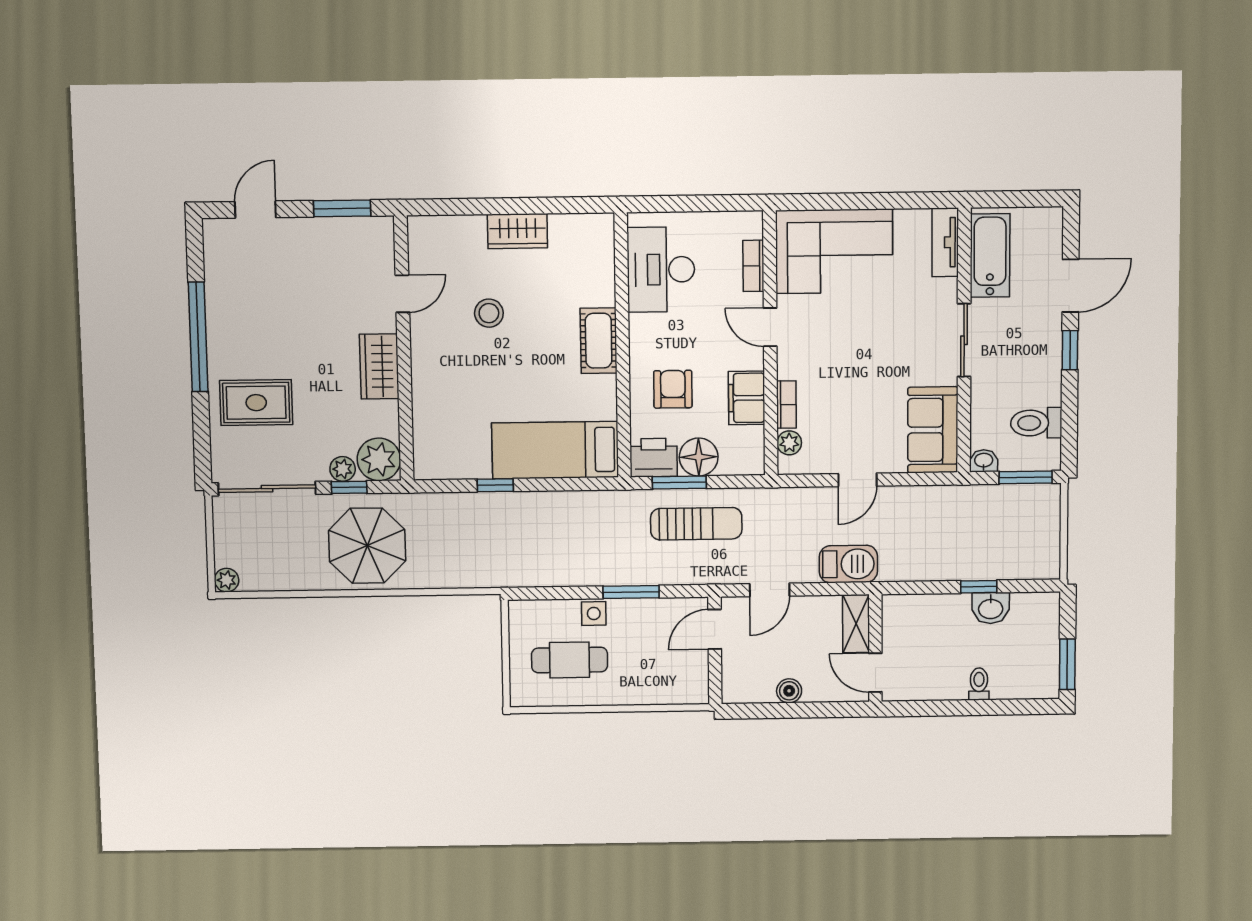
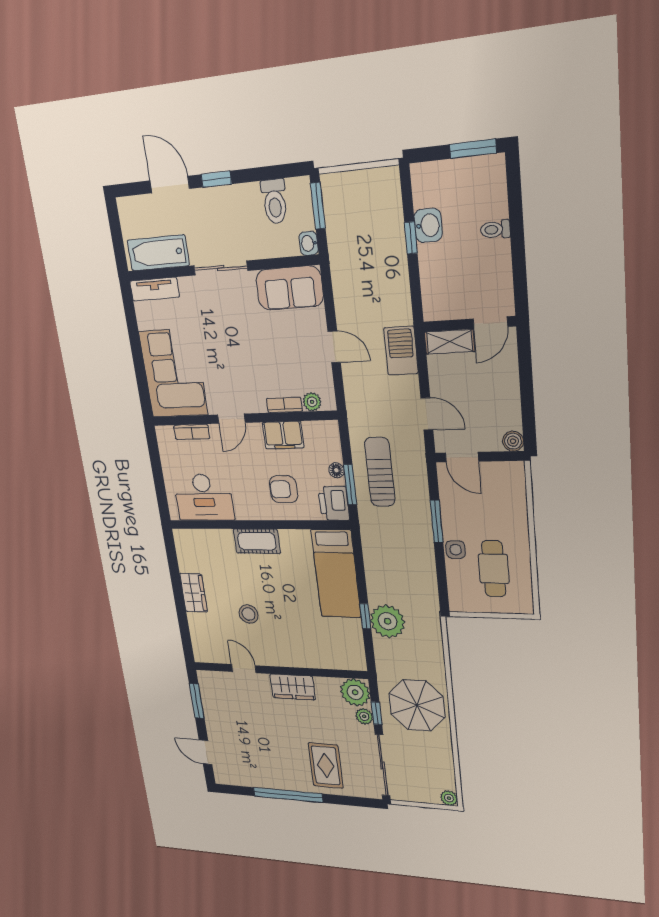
floor lamp: (699, 457) -> (336, 470), width x0.53, depth x0.53
plant: (489, 515) -> (388, 621), added
boiler: (789, 691) -> (513, 441), moved

